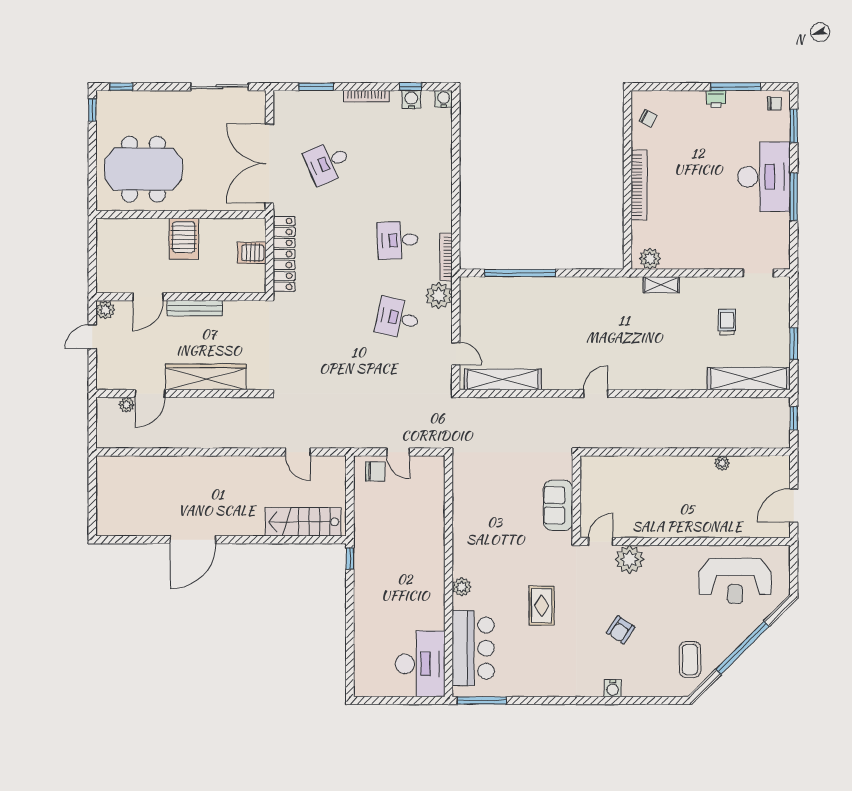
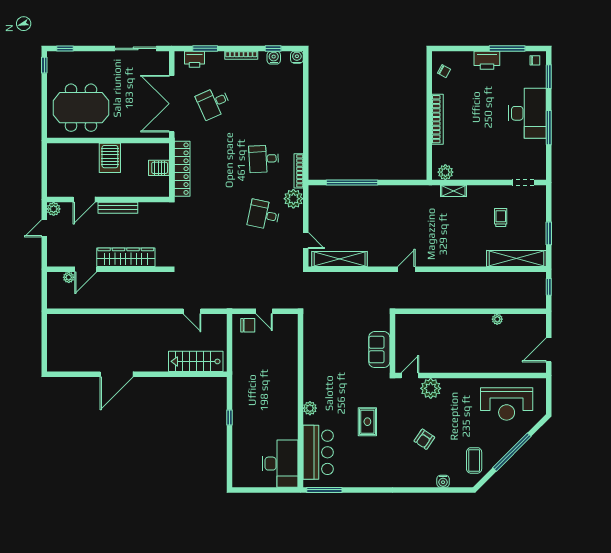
printer: (716, 99) -> (487, 60), width x1.87, depth x1.48
printer: (301, 102) -> (194, 59), added
window: (350, 558) -> (229, 417), moved
water cooler: (613, 688) -> (443, 481), moved

